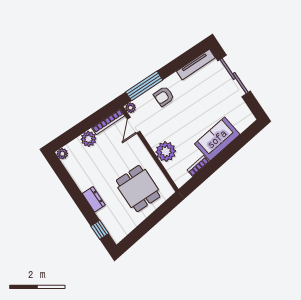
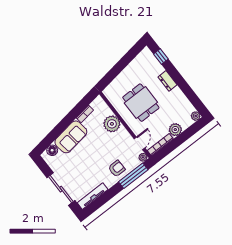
floor lamp: (241, 124) -> (52, 150), added
dining table: (138, 189) -> (141, 103), moved

